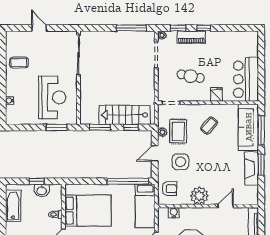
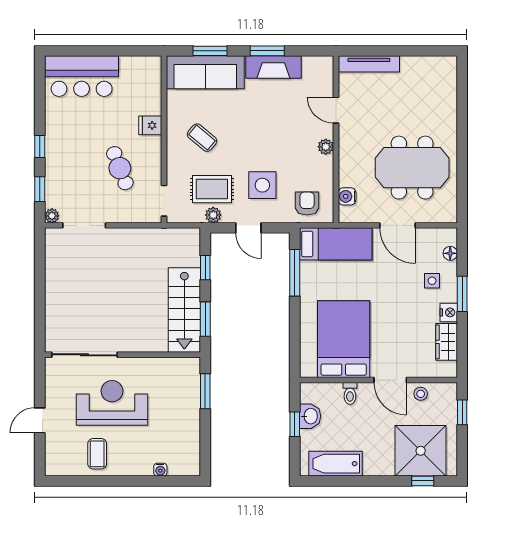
window: (131, 28) -> (40, 267), removed
piano: (191, 37) -> (55, 167), removed
cafe table: (191, 76) -> (120, 168), turned -32
bar counter: (246, 79) -> (82, 76), moved
reception desk: (52, 97) -> (112, 403), moved
stairs: (125, 115) -> (184, 310), moved
window: (261, 130) -> (210, 51), width x0.69
window: (128, 181) -> (295, 273), width x0.68
plant: (199, 196) -> (326, 147), width x0.53, depth x0.53

